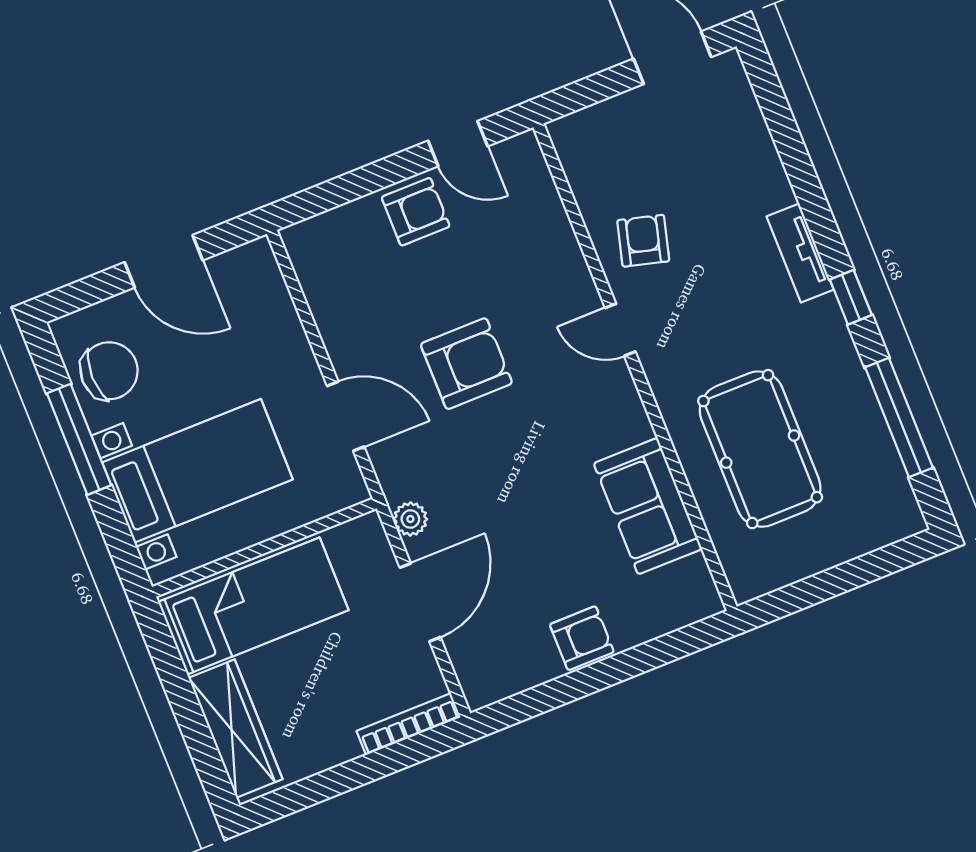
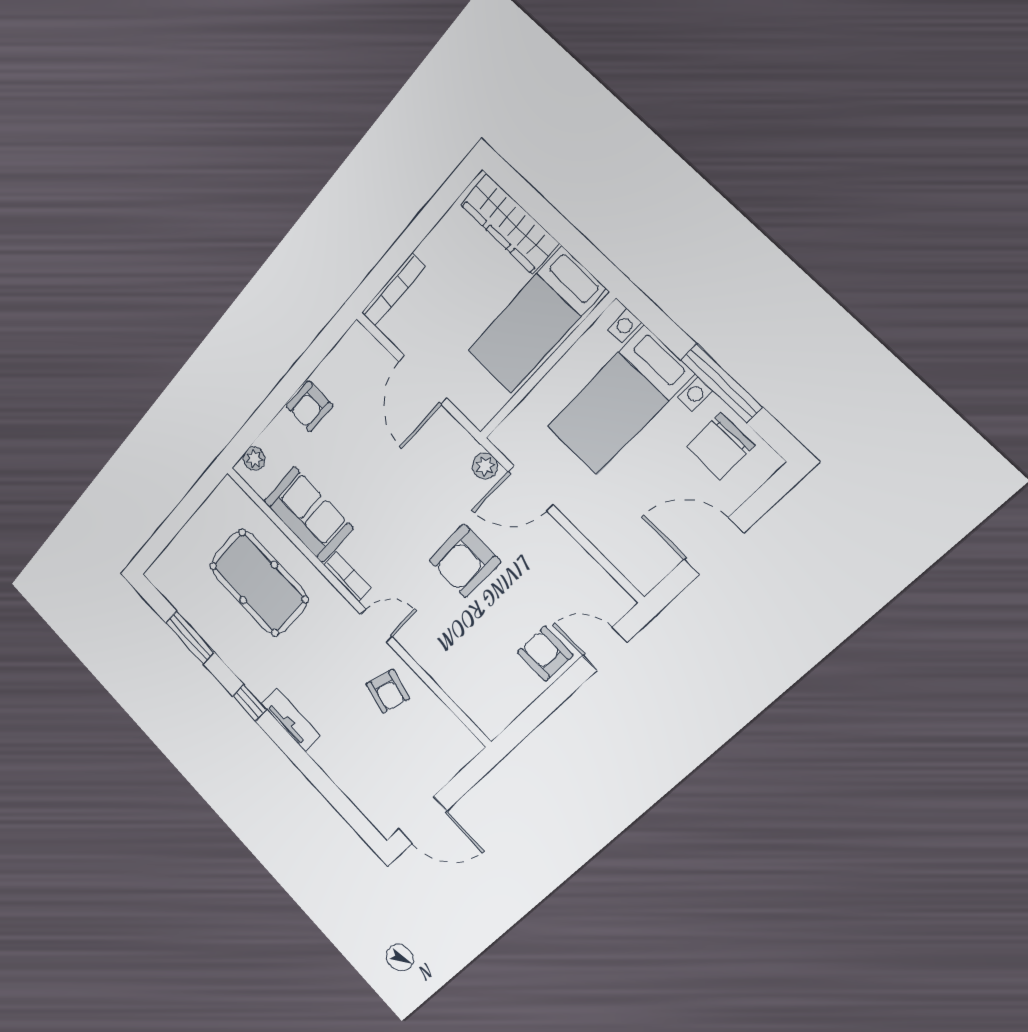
door: (458, 144) -> (605, 649), moved
armchair: (416, 212) -> (545, 654), turned 90
bookcase: (630, 407) -> (348, 576), added
window: (899, 418) -> (190, 637), width x0.69
plant: (410, 519) -> (485, 466), moved
plant: (689, 608) -> (254, 459), added

